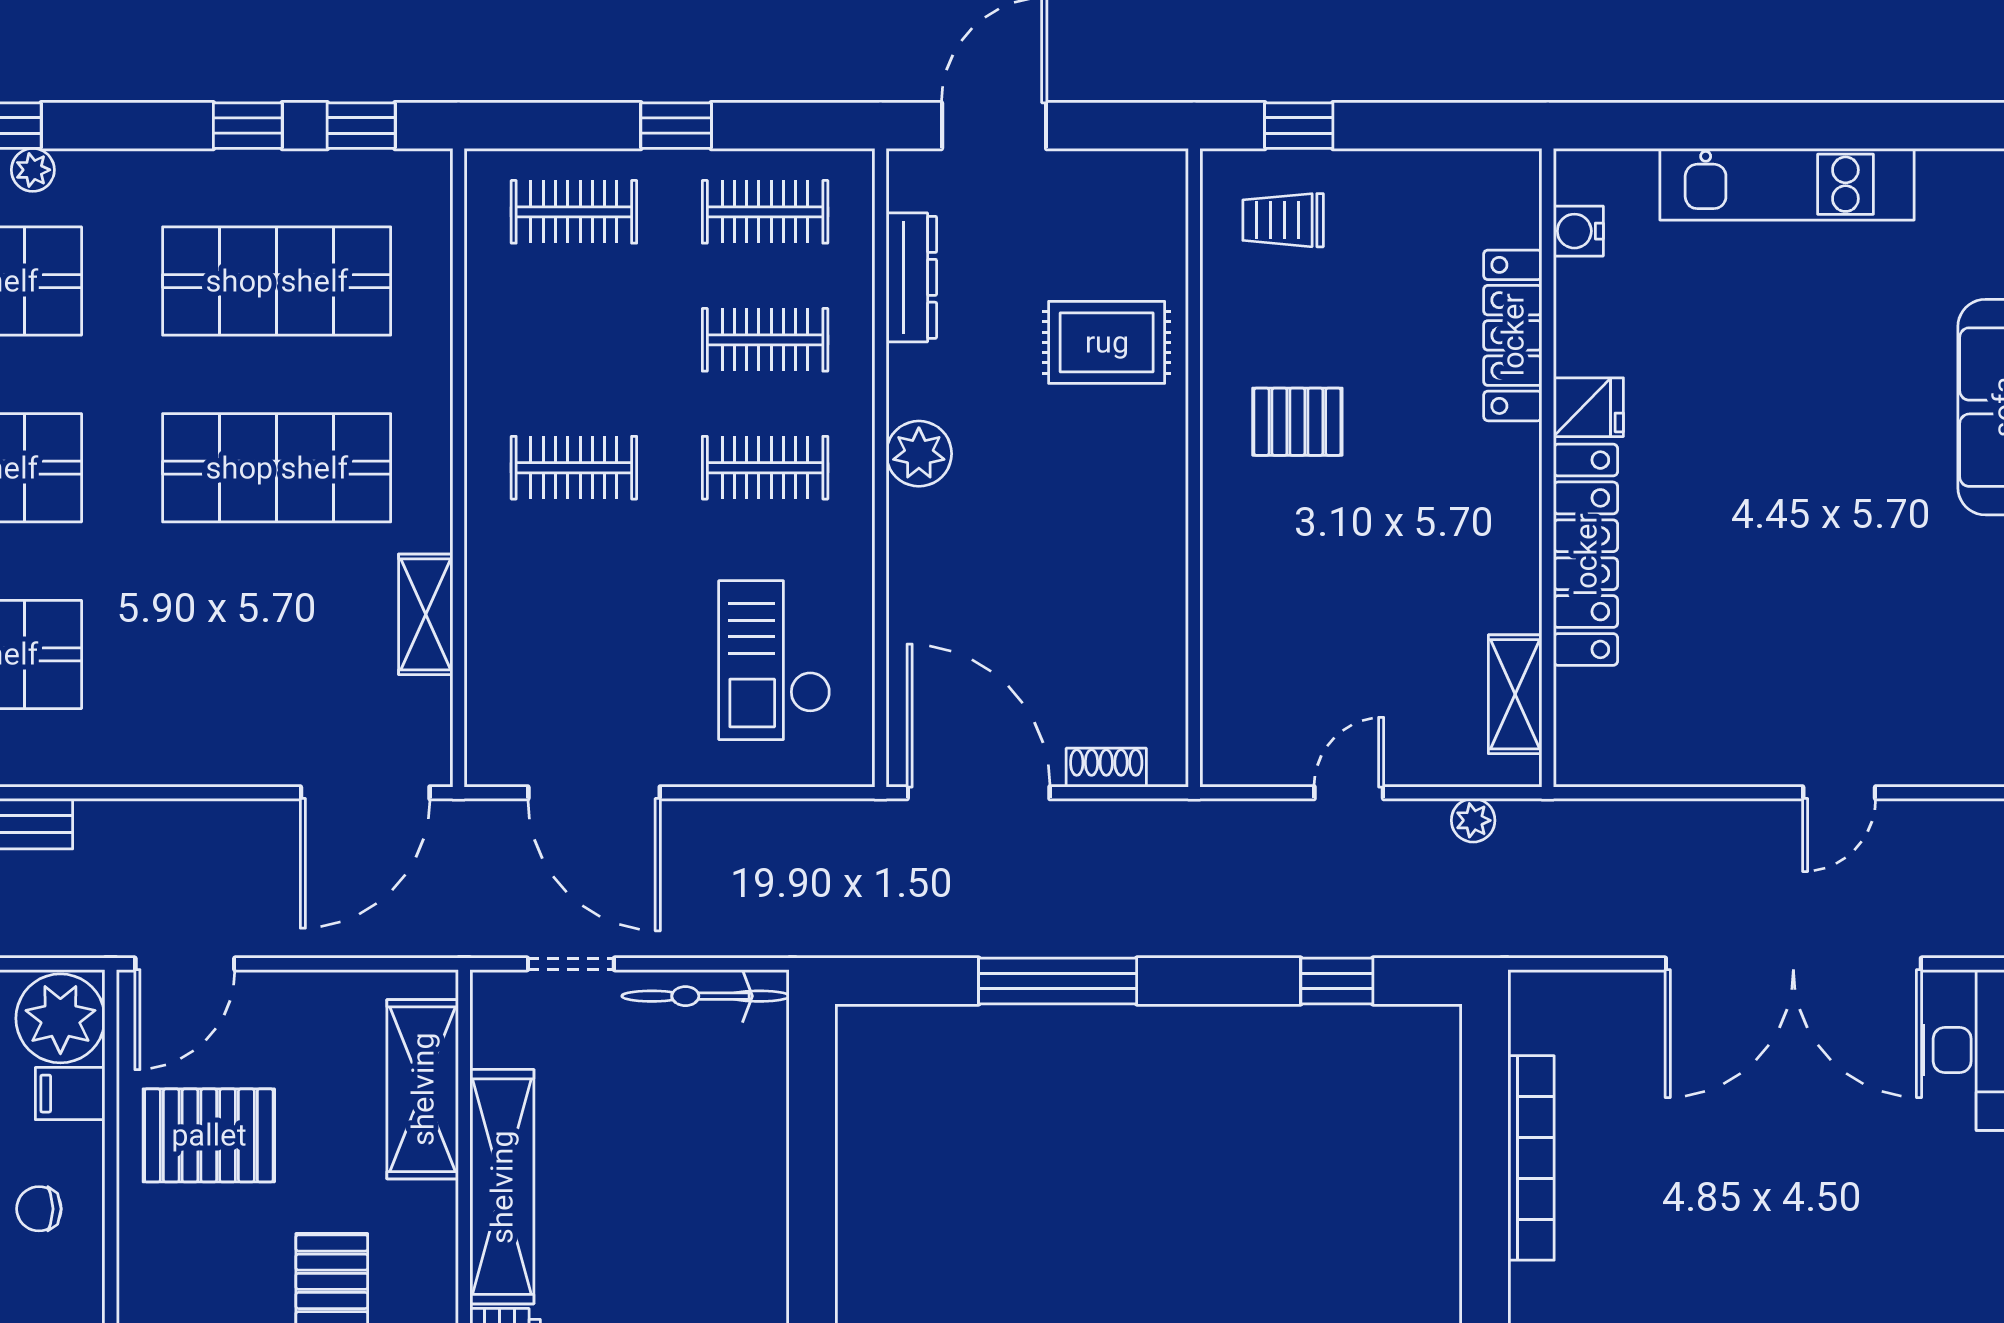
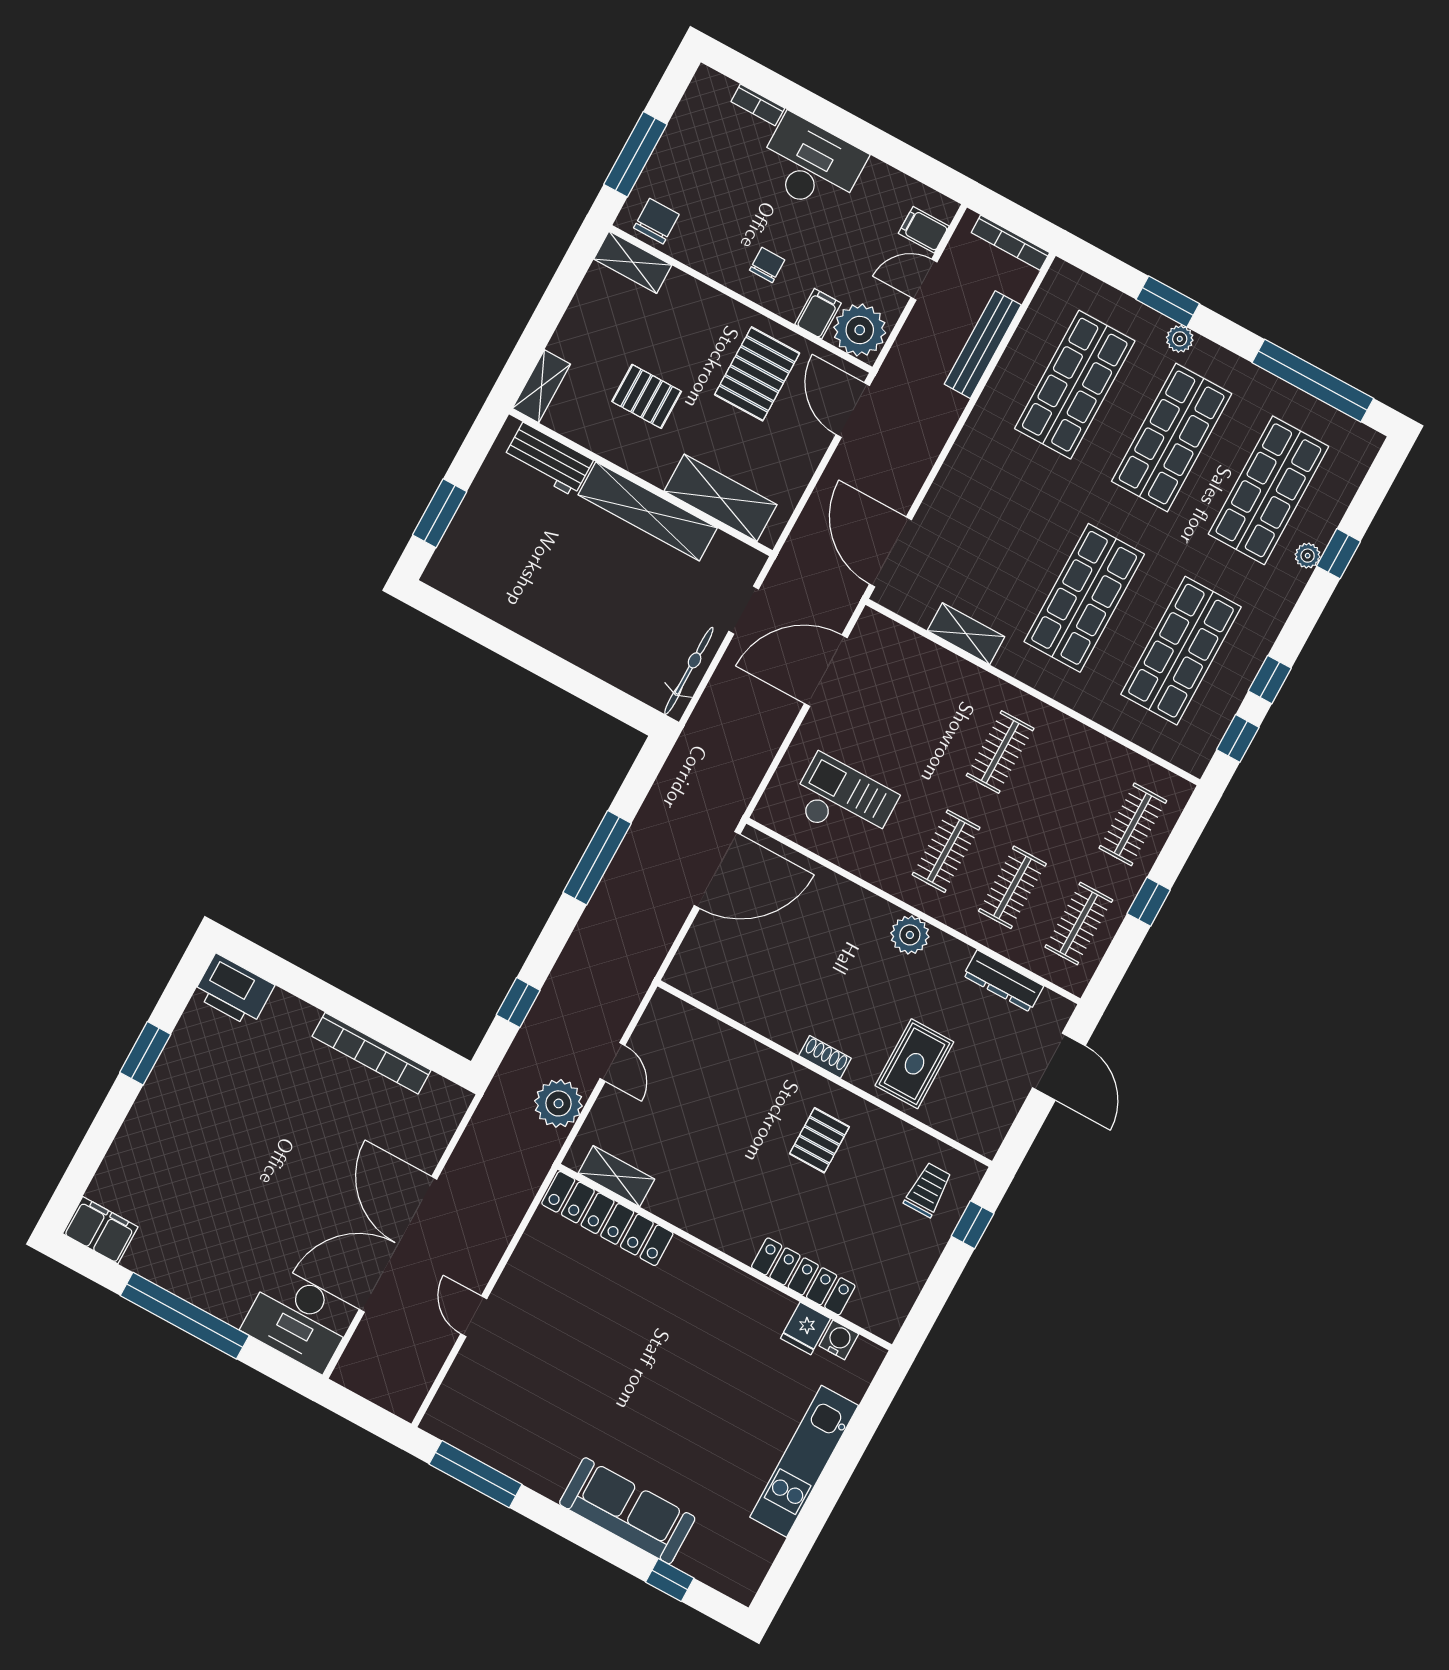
fridge: (1588, 407) -> (805, 1328), moved
locker: (1586, 555) -> (607, 1219), moved
shoe rack: (1106, 768) -> (825, 1057), moved, turned -90
plant: (1473, 820) -> (558, 1103), width x1.88, depth x1.88

